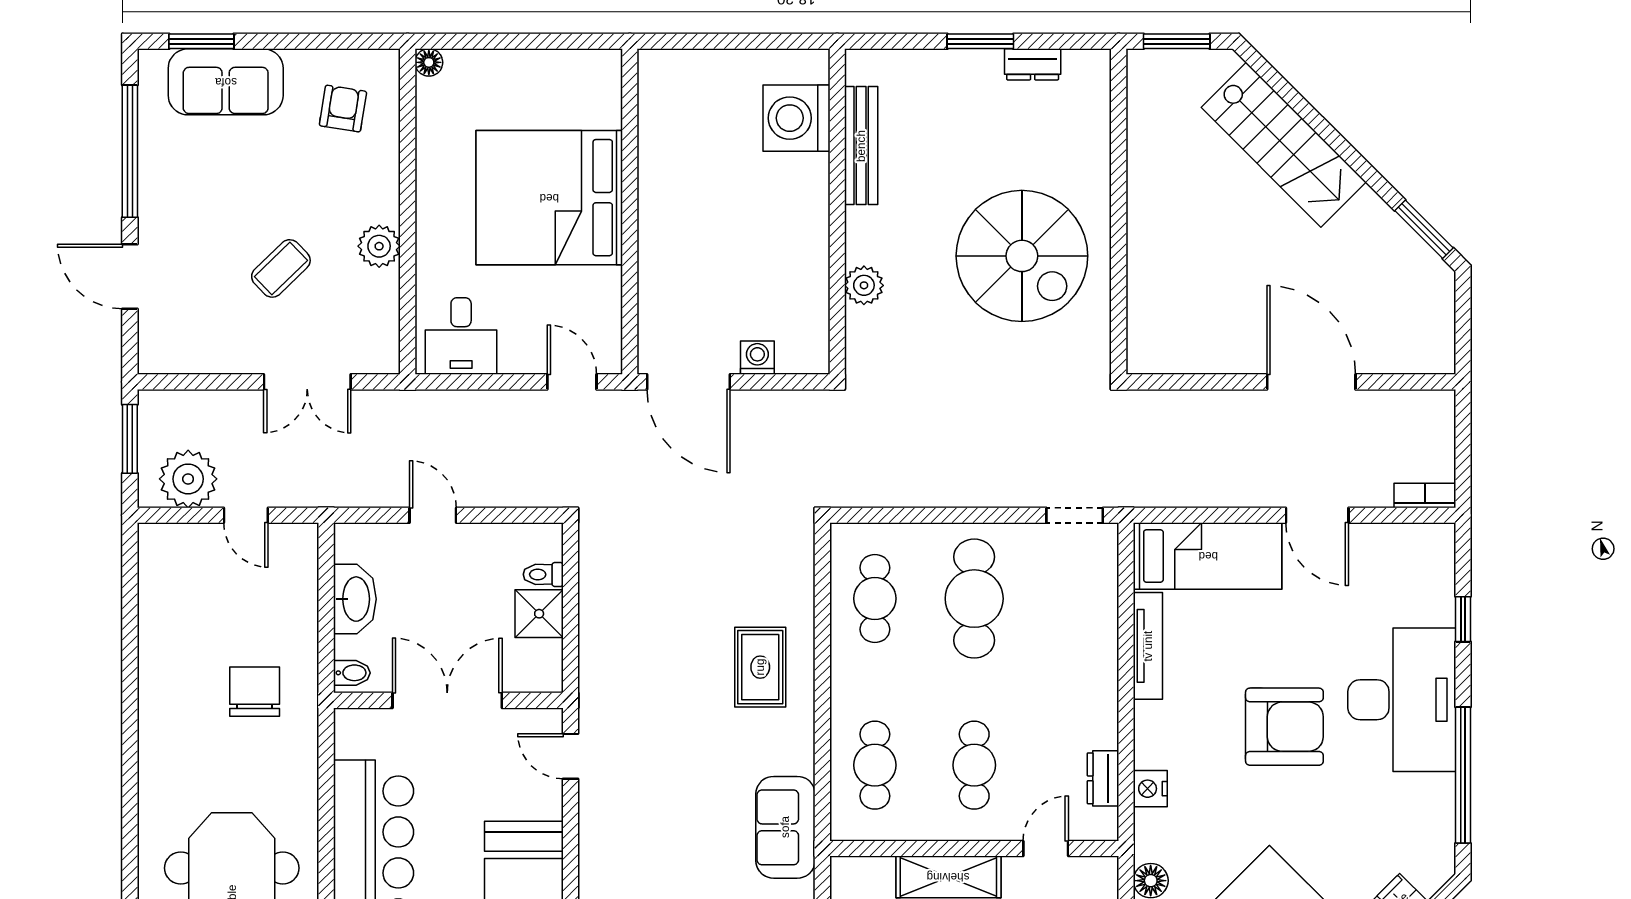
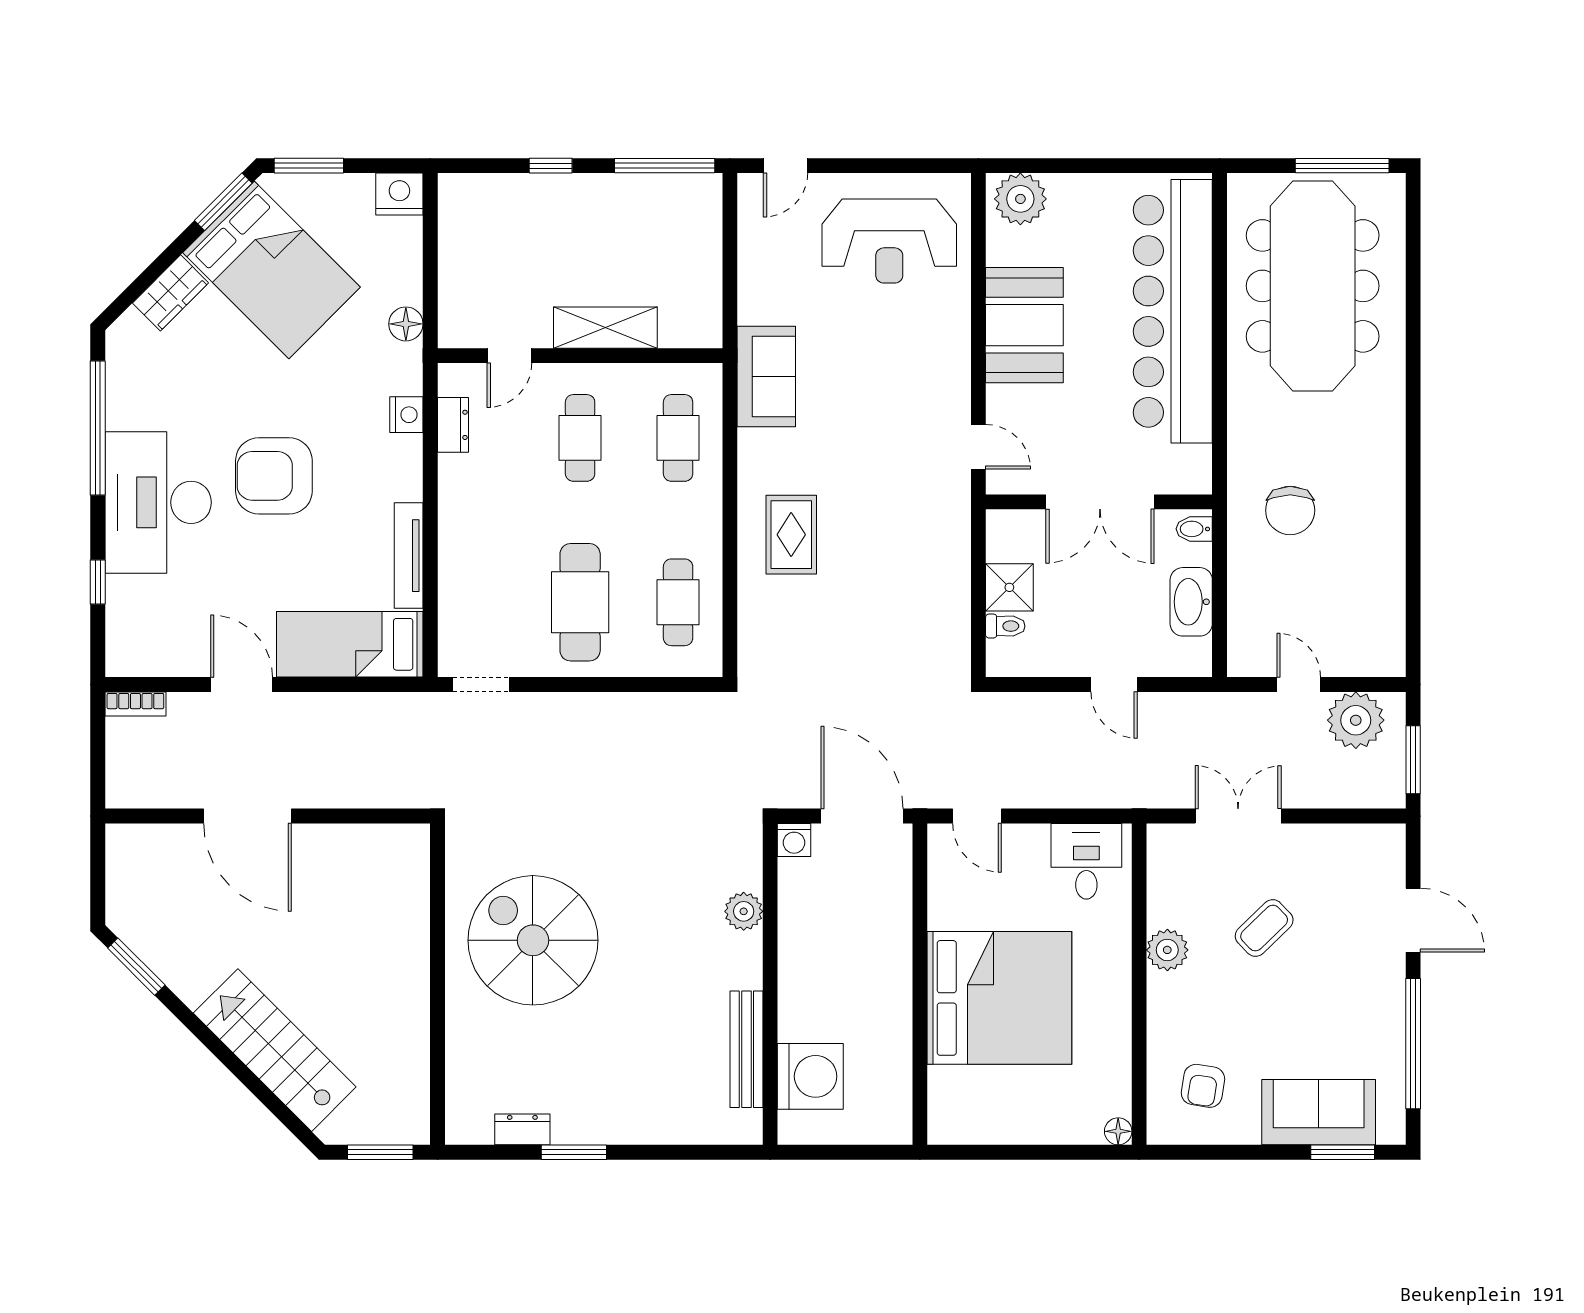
washing machine: (796, 118) -> (810, 1076), moved
bench: (861, 146) -> (746, 1049), moved
wall: (837, 212) -> (770, 984), moved
plant: (864, 285) -> (744, 911), moved

